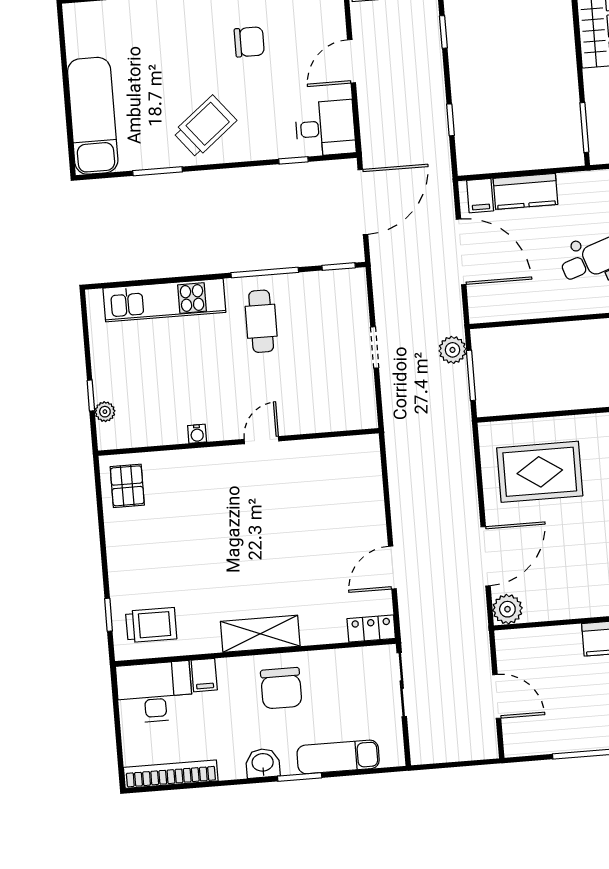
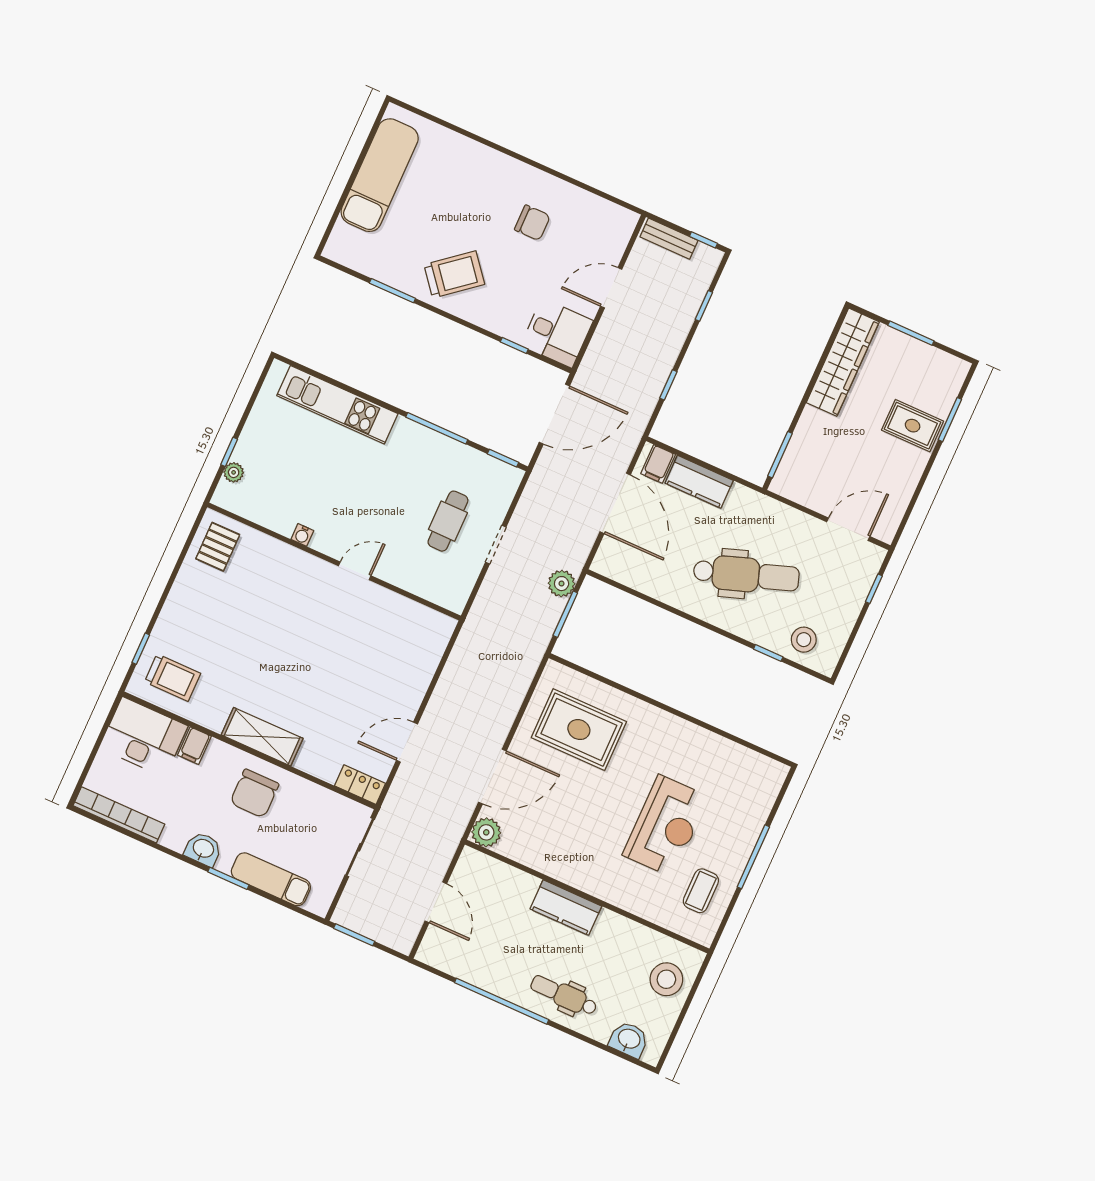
exam couch: (93, 116) -> (380, 175), moved
cafe table: (261, 321) -> (448, 521), moved
window: (440, 766) -> (354, 935), added

